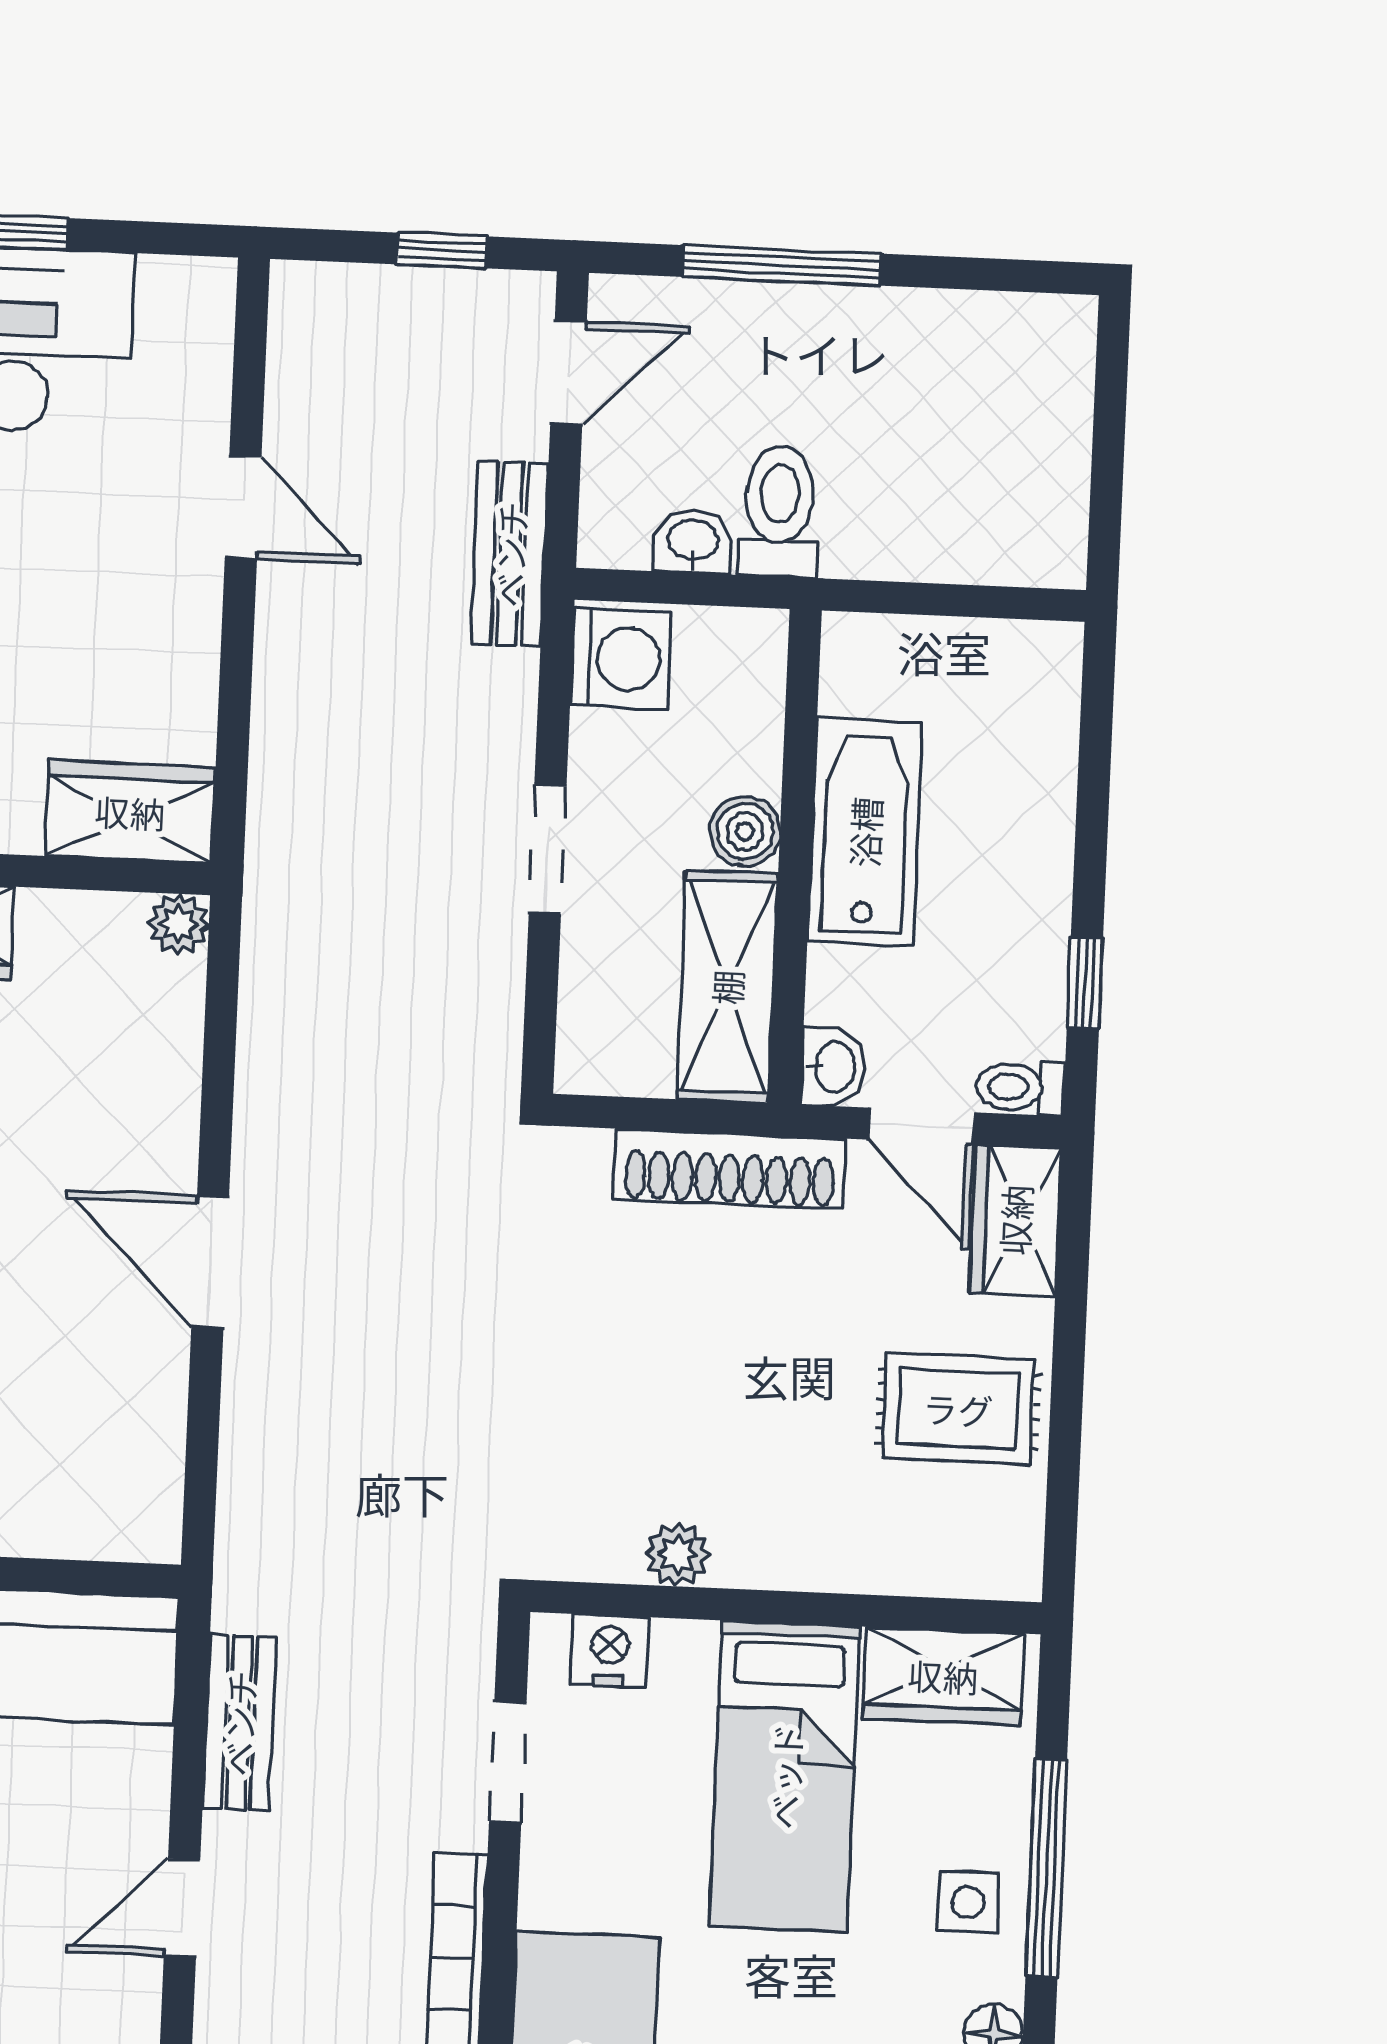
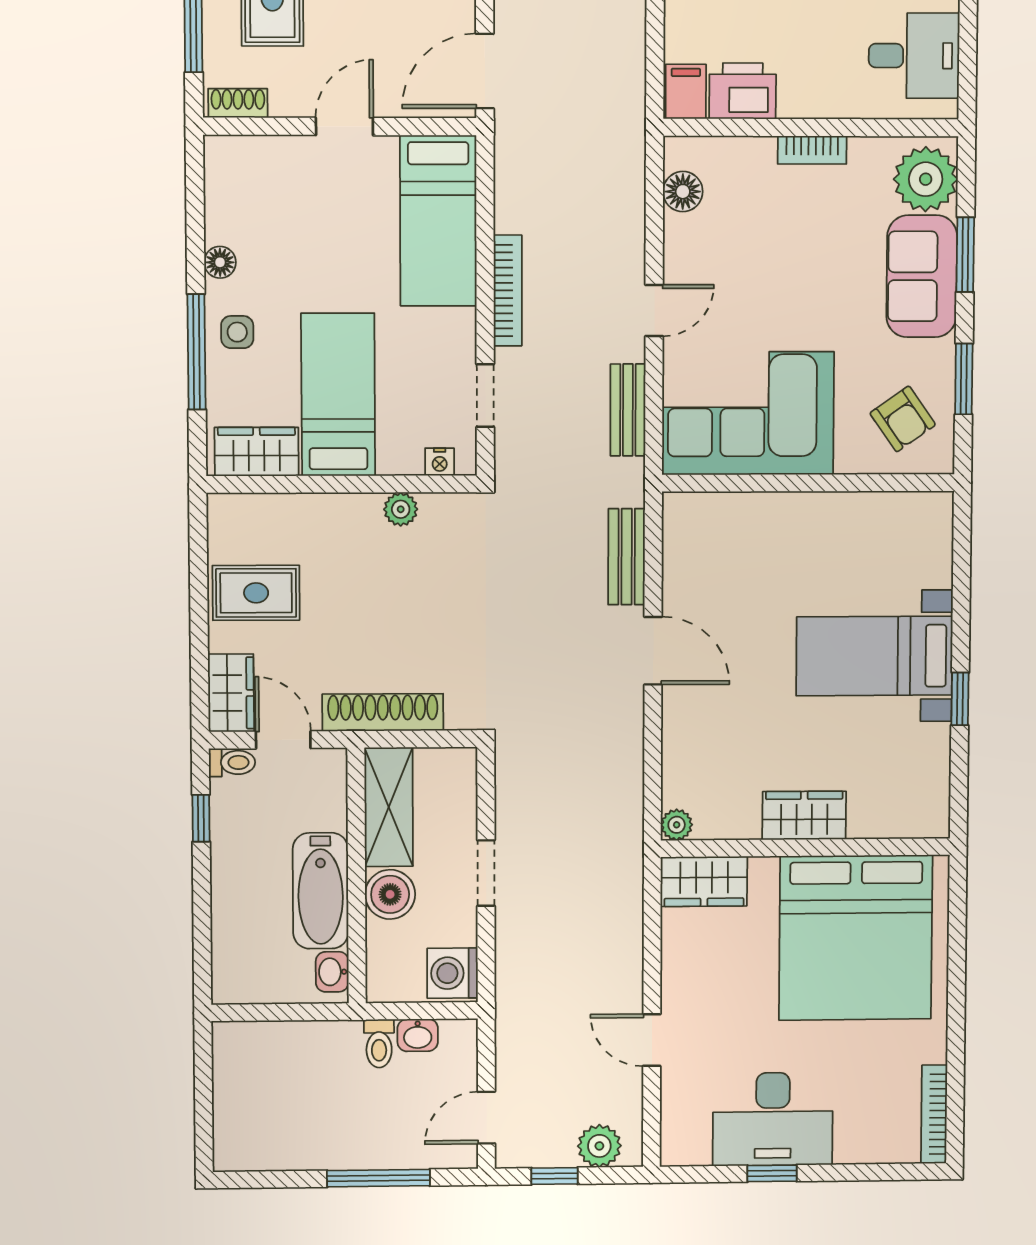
plant: (353, 305) -> (599, 1146), added
toilet: (779, 511) -> (379, 1044), width x0.73, depth x0.72
bench: (510, 554) -> (627, 557), moved
boiler: (745, 831) -> (390, 894), width x1.36, depth x1.36
washbasin: (833, 1067) -> (332, 972), moved
nightstand: (610, 1651) -> (440, 462), width x0.72, depth x0.74

